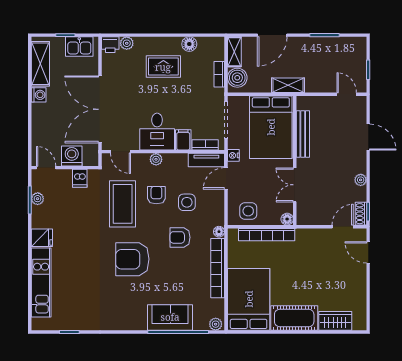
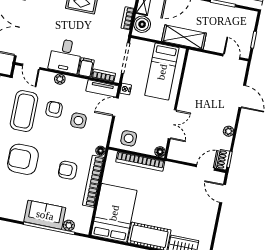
shelving: (288, 85) -> (184, 37), width x1.50, depth x1.33
bed: (271, 127) -> (162, 72), width x0.67
bench: (303, 134) -> (188, 83), removed
double door: (295, 185) -> (172, 124), swing flipped
armchair: (180, 237) -> (68, 170), moved
plant: (216, 324) -> (69, 225), moved

